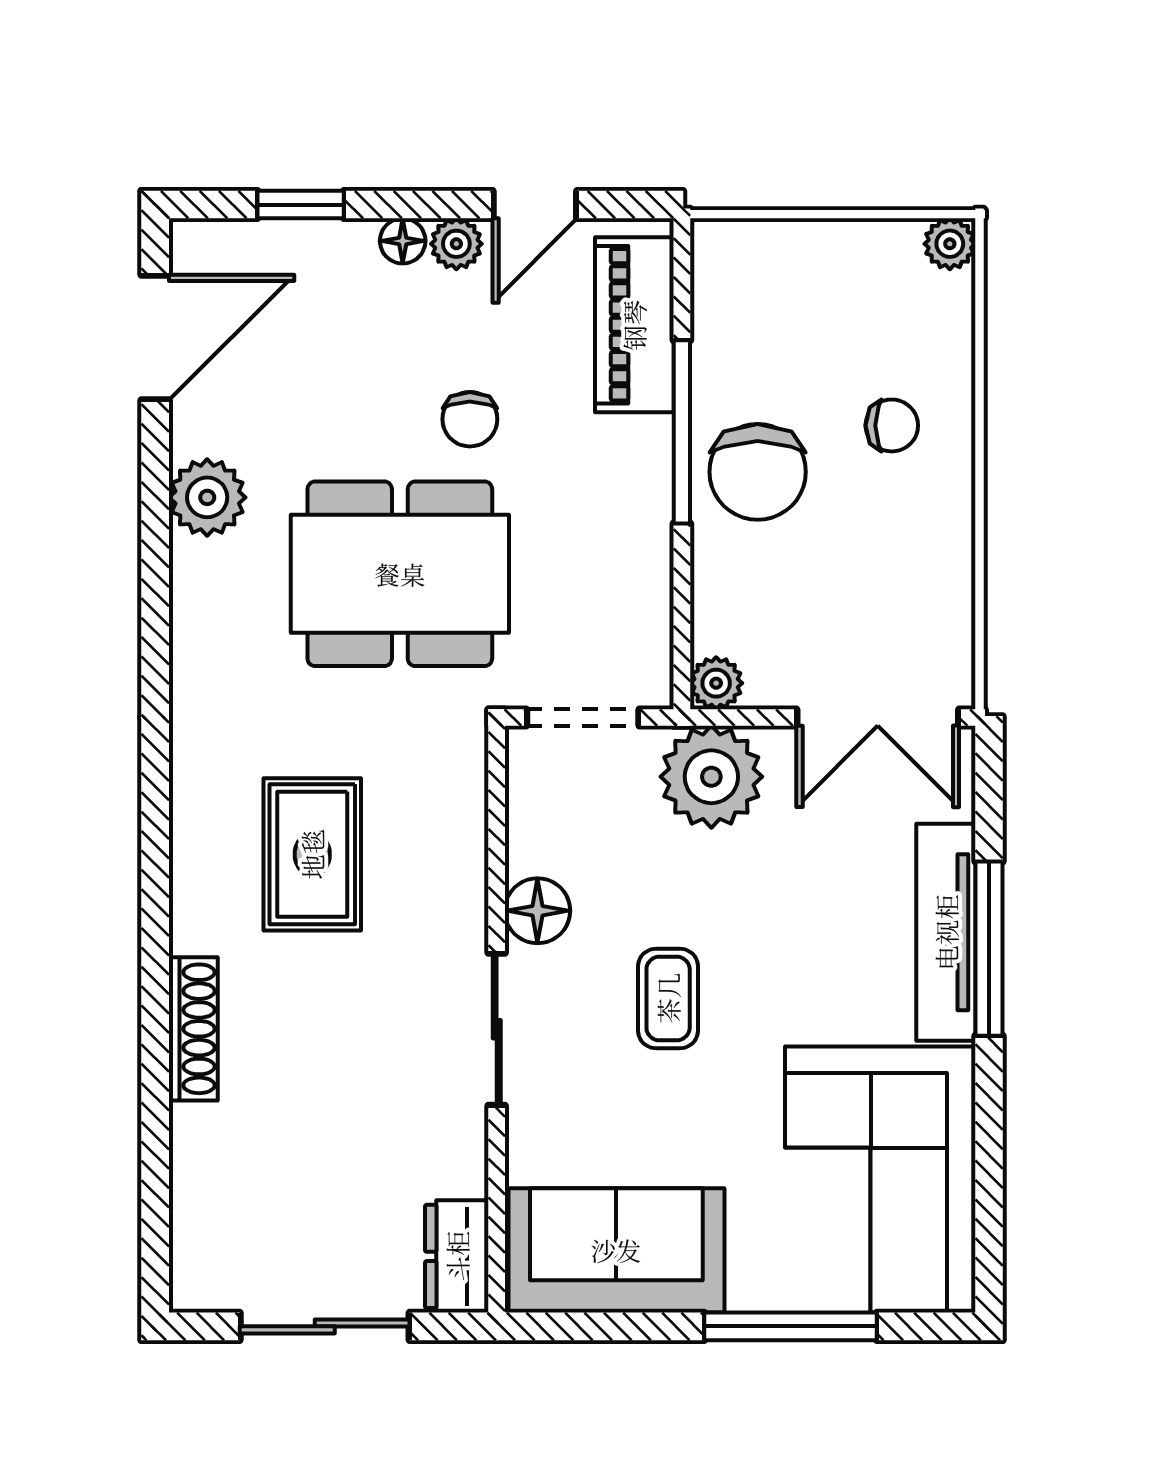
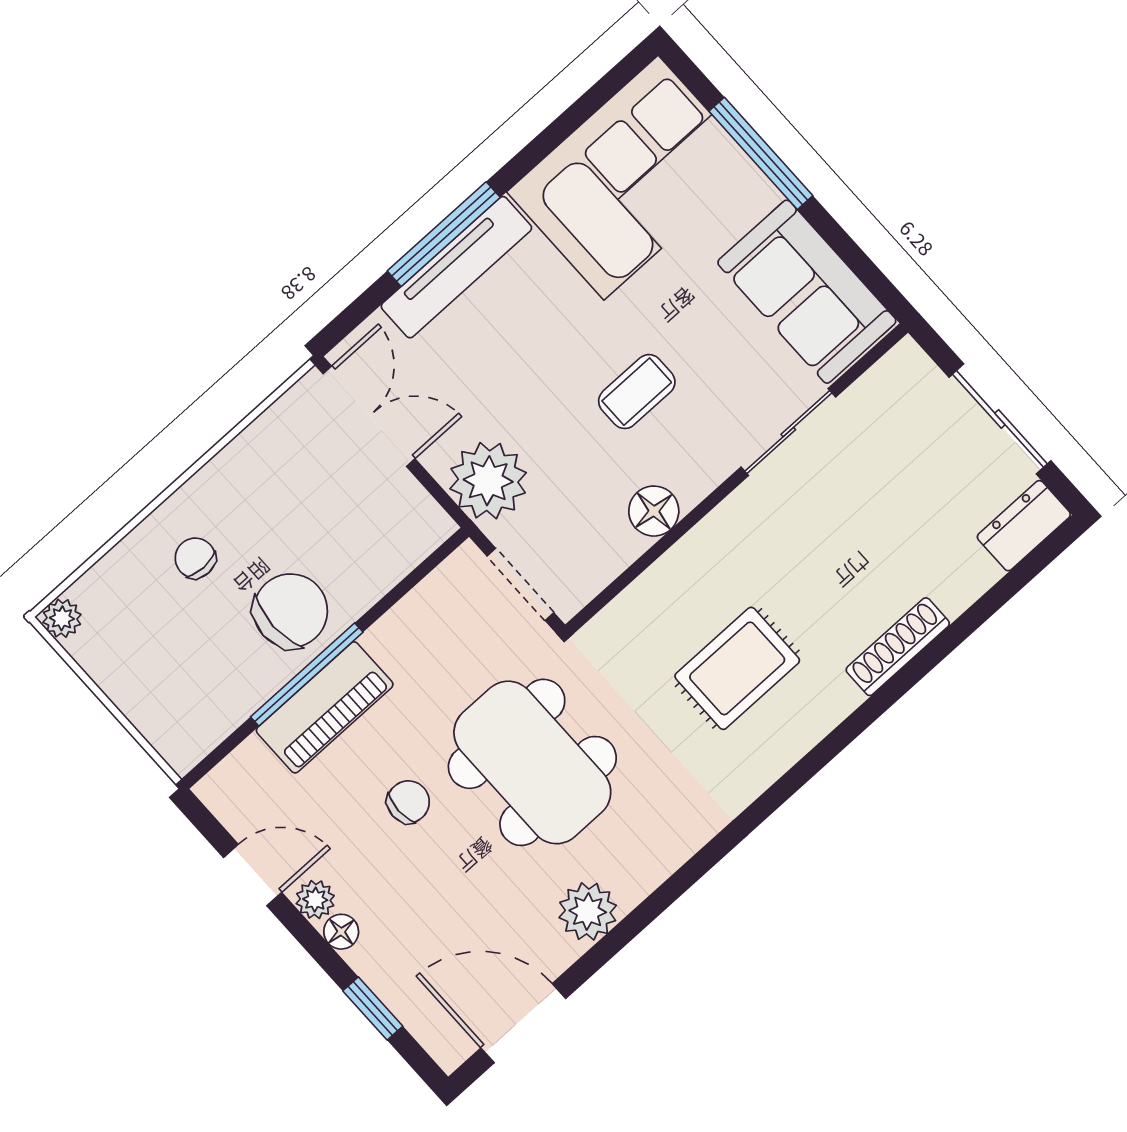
piano: (634, 325) -> (325, 707), moved
plant: (716, 683) -> (432, 526), removed
sliding door: (497, 1029) -> (788, 432), moved
dresser: (457, 1256) -> (1024, 526), moved, turned 180

